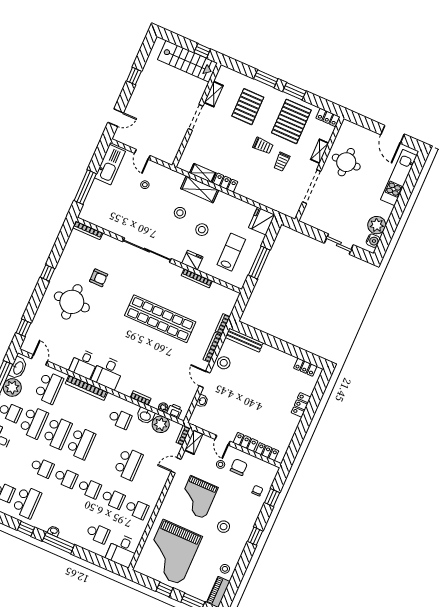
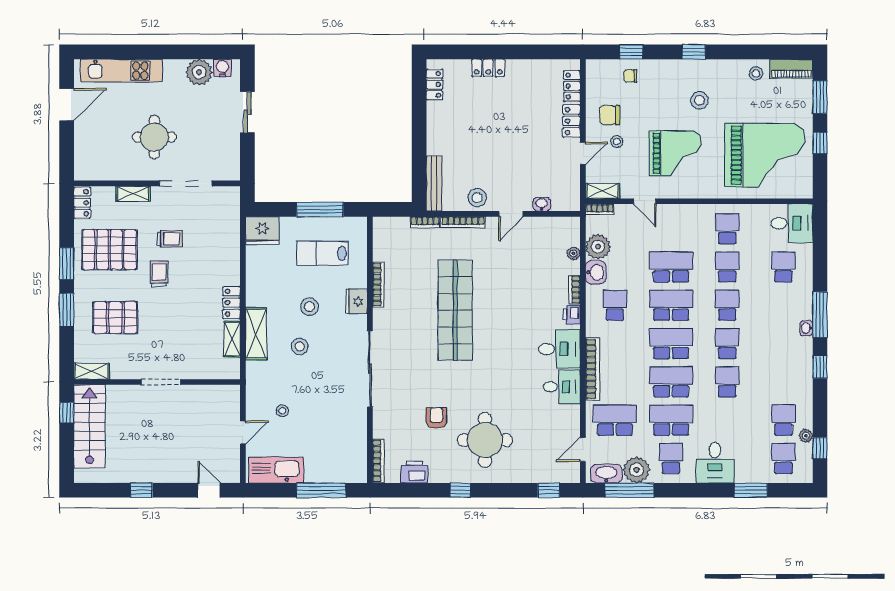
shelving: (214, 94) -> (91, 371), moved
round table: (346, 162) -> (154, 137), moved
printer: (71, 250) -> (414, 472), added
printer: (174, 411) -> (572, 315), moved
school desk: (27, 502) -> (671, 305), moved

